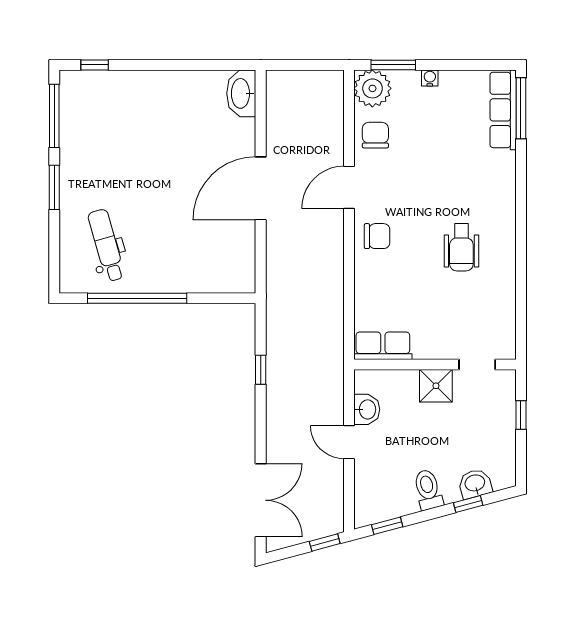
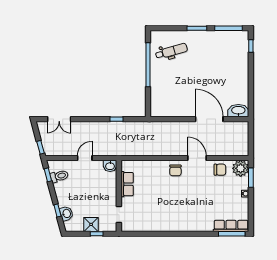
door: (261, 188) -> (209, 119), moved
wheelchair: (461, 247) -> (171, 208), removed
row of seats: (383, 346) -> (127, 184), moved
shower: (436, 386) -> (91, 224), moved
washbasin: (367, 409) -> (110, 166), moved
toilet: (428, 490) -> (59, 176), moved
double door: (261, 500) -> (59, 119), width x0.73

